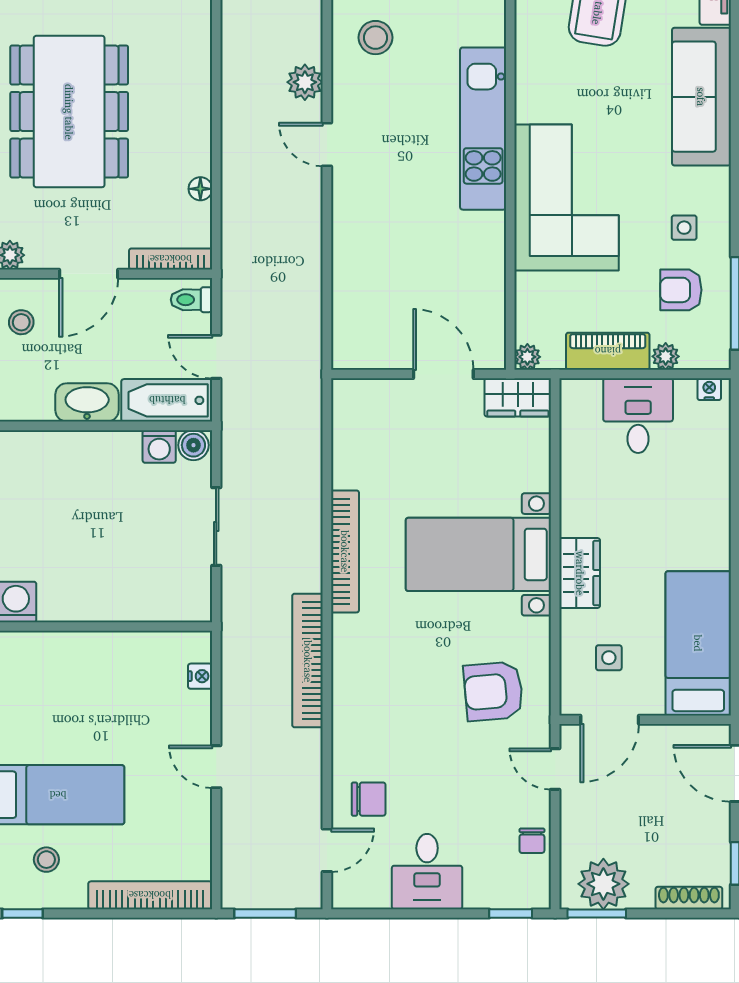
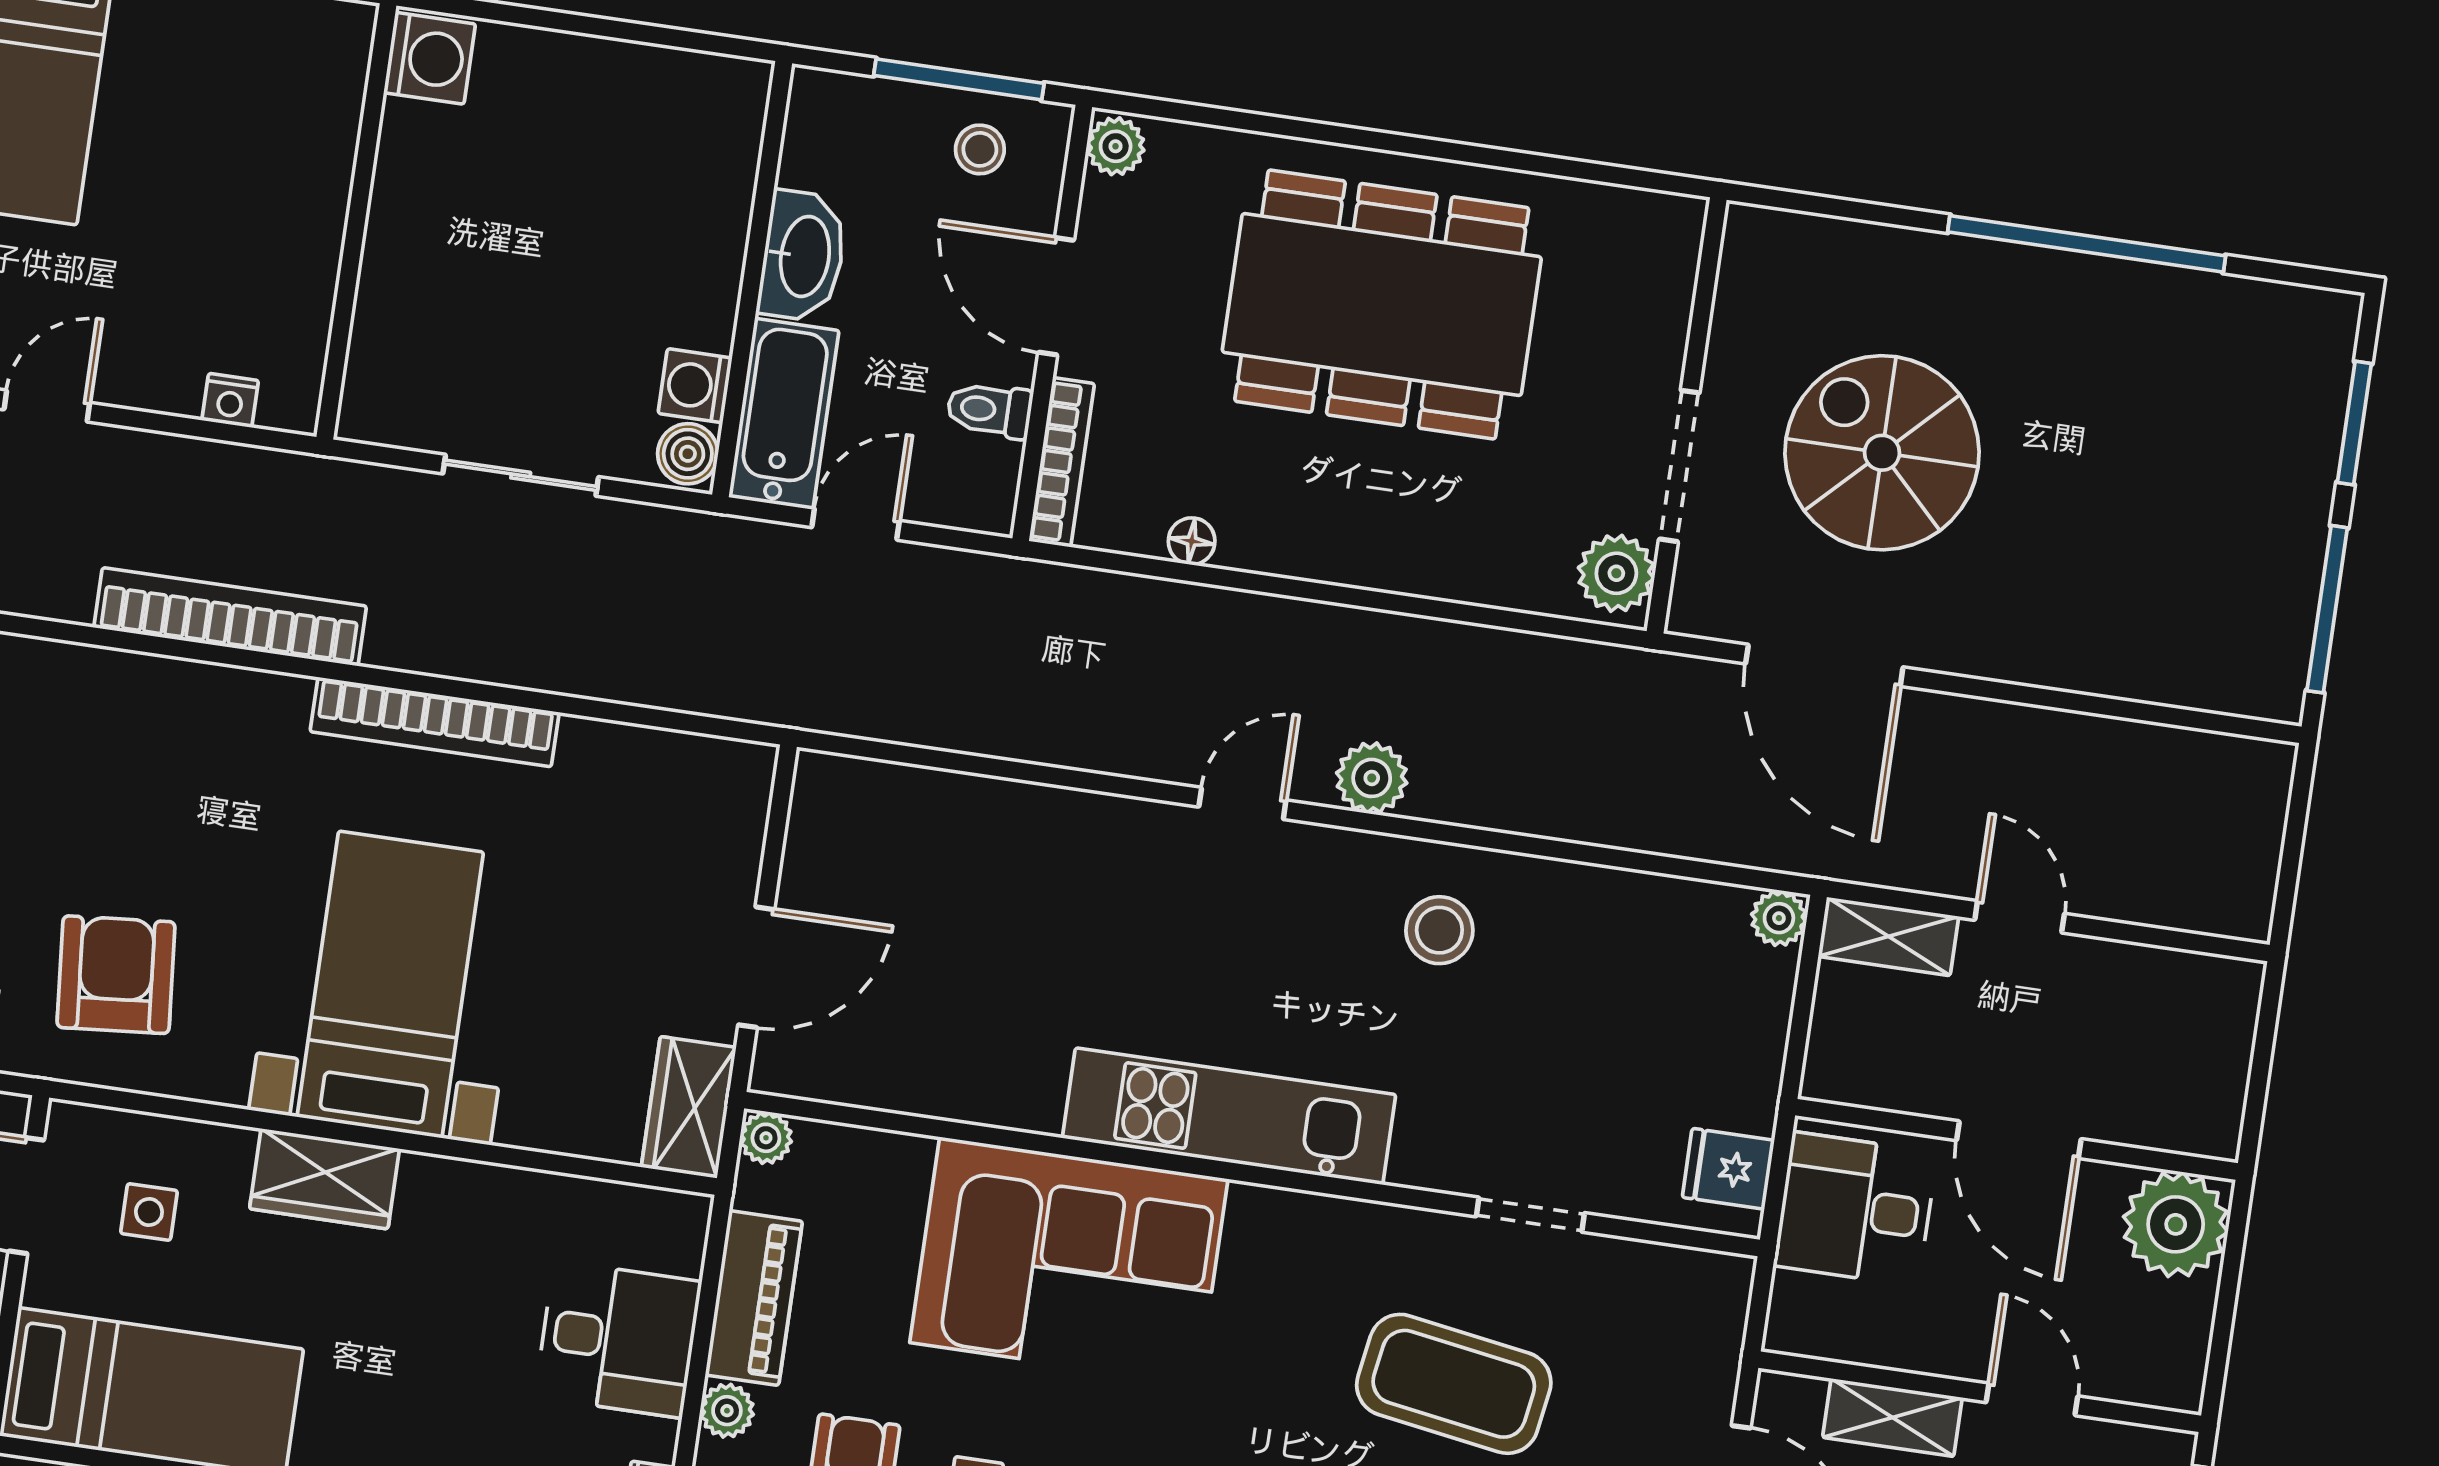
toilet: (191, 300) -> (990, 410), moved, turned -90

